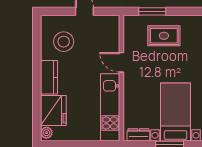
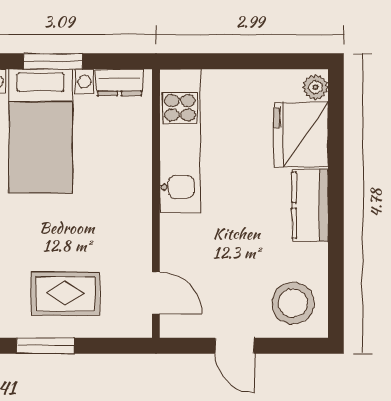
window: (152, 11) -> (45, 346), moved
stool: (64, 42) -> (293, 303), moved
door: (121, 62) -> (156, 293), moved

